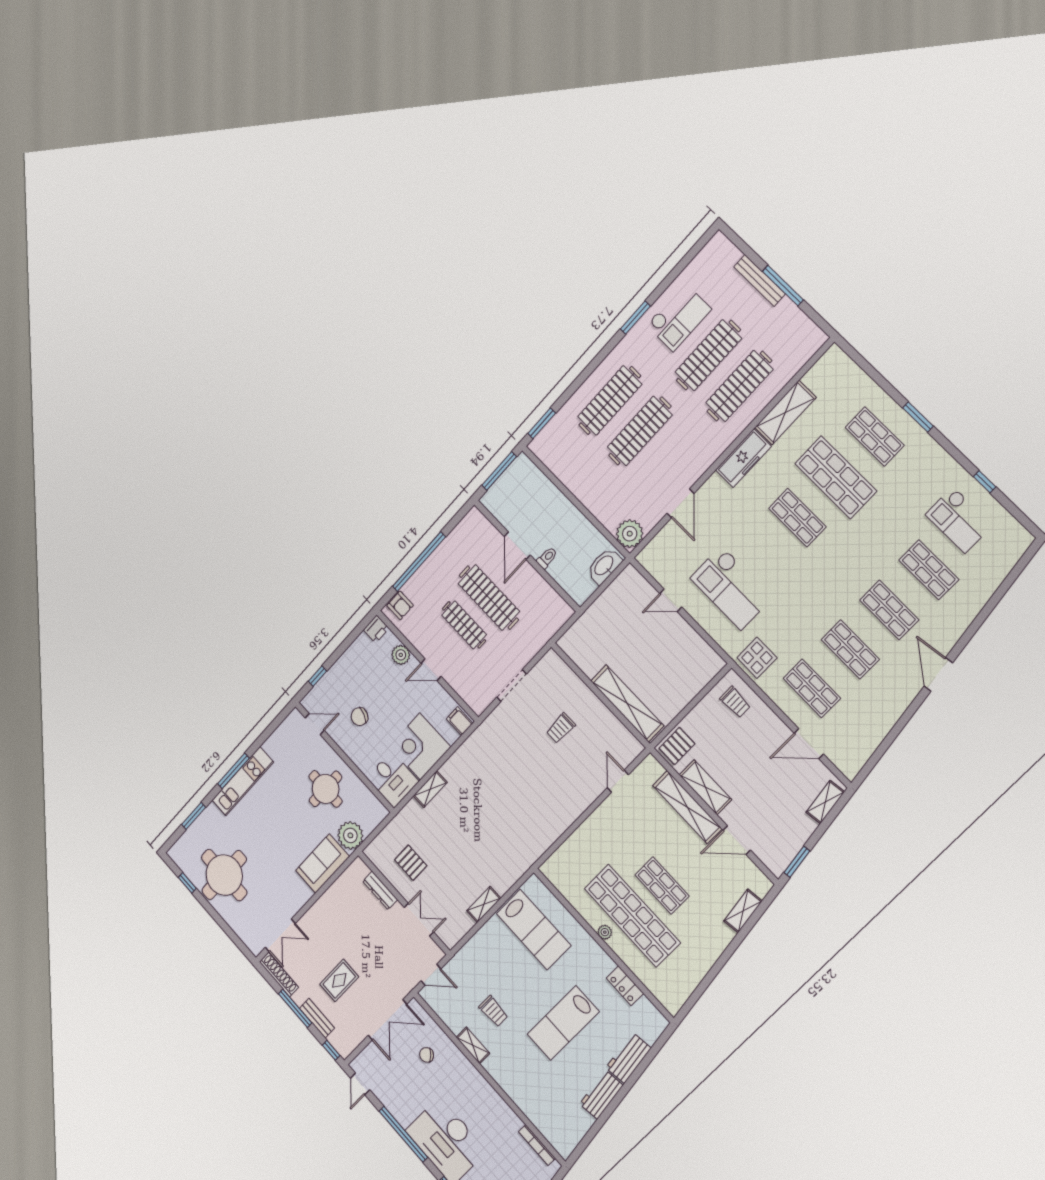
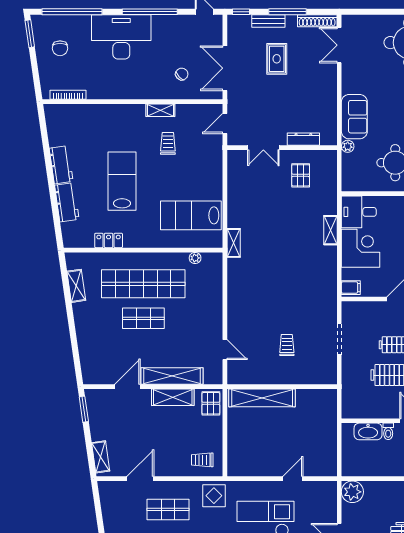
washbasin: (604, 566) -> (368, 431), moved, turned 90
plant: (350, 835) -> (348, 146), width x0.53, depth x0.53
pallet: (411, 863) -> (301, 175), turned 90
shelving: (484, 905) -> (234, 243), moved
shelving: (743, 911) -> (76, 286), moved
plant: (605, 932) -> (195, 258), moved
trolley: (494, 1011) -> (168, 143), turned 90

